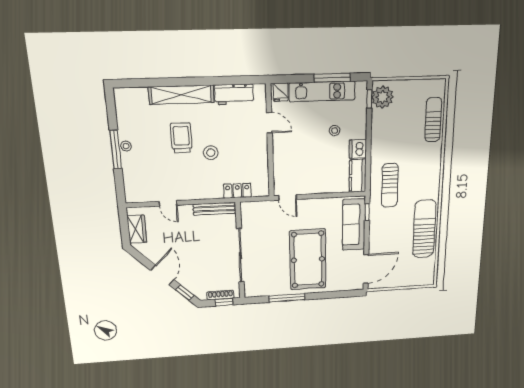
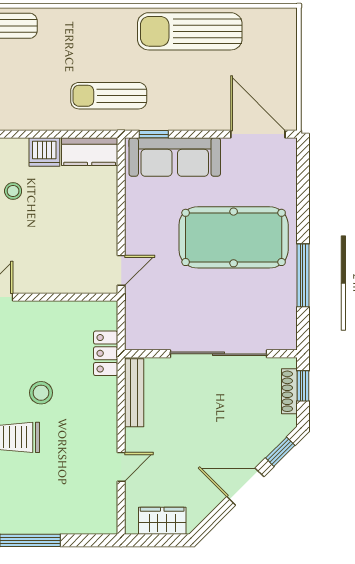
stool: (126, 146) -> (25, 524), removed
sun lounger: (390, 185) -> (109, 96), turned 180

